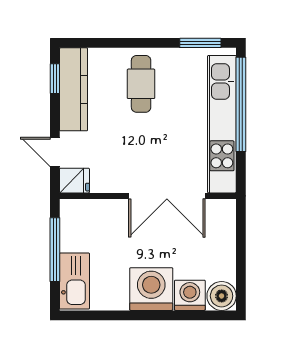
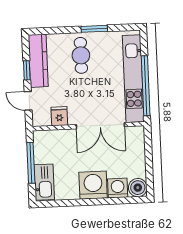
window: (200, 43) -> (94, 29), moved
window: (55, 79) -> (27, 70), moved
window: (241, 104) -> (146, 86), moved
fridge: (74, 181) -> (59, 116), moved, turned -90

